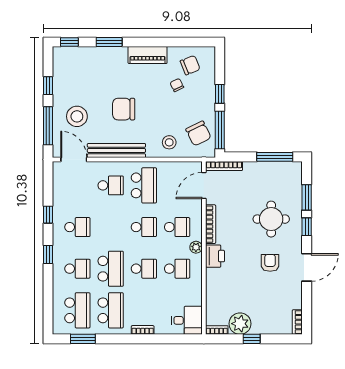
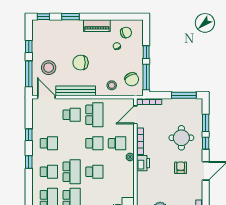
school desk: (177, 269) -> (117, 172), removed

